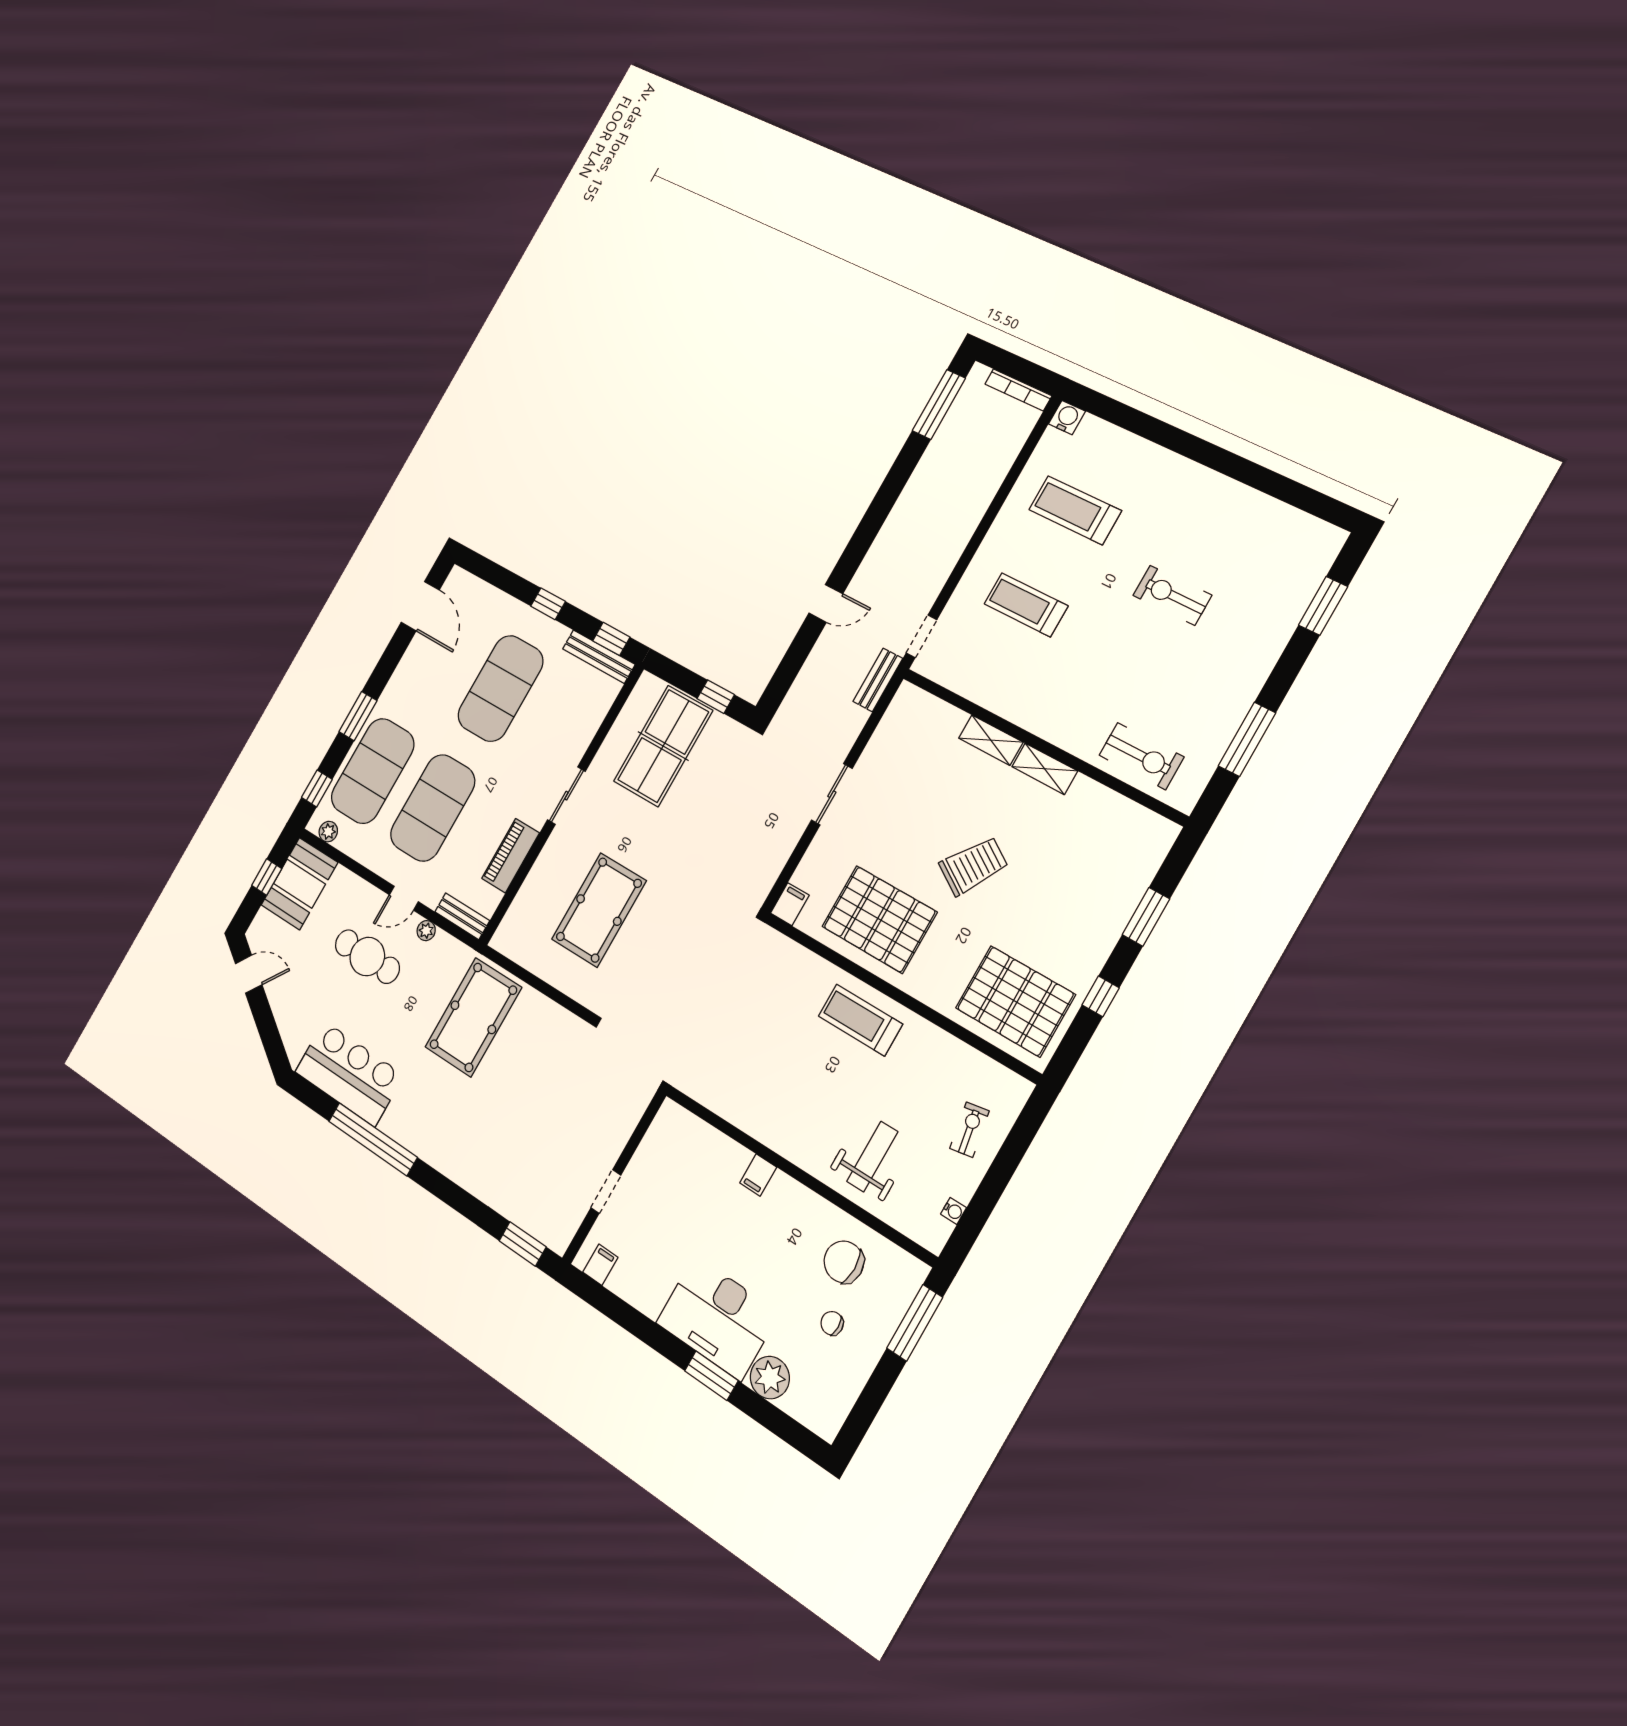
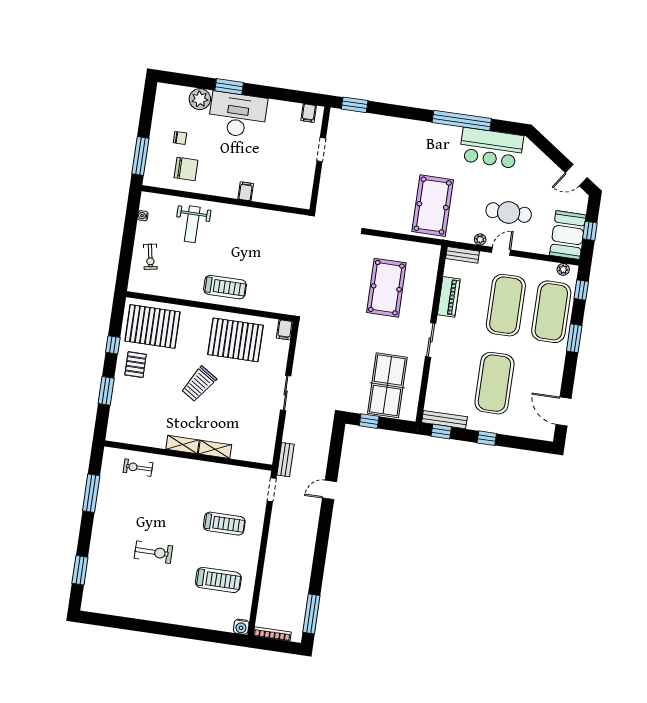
exercise bike: (1141, 756) -> (138, 468), width x0.73, depth x0.72
pallet: (1073, 944) -> (136, 365), added

